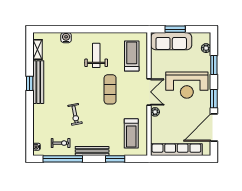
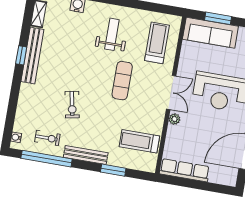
treadmill: (131, 133) -> (139, 141), turned 90
row of seats: (176, 150) -> (185, 170), width x0.73

